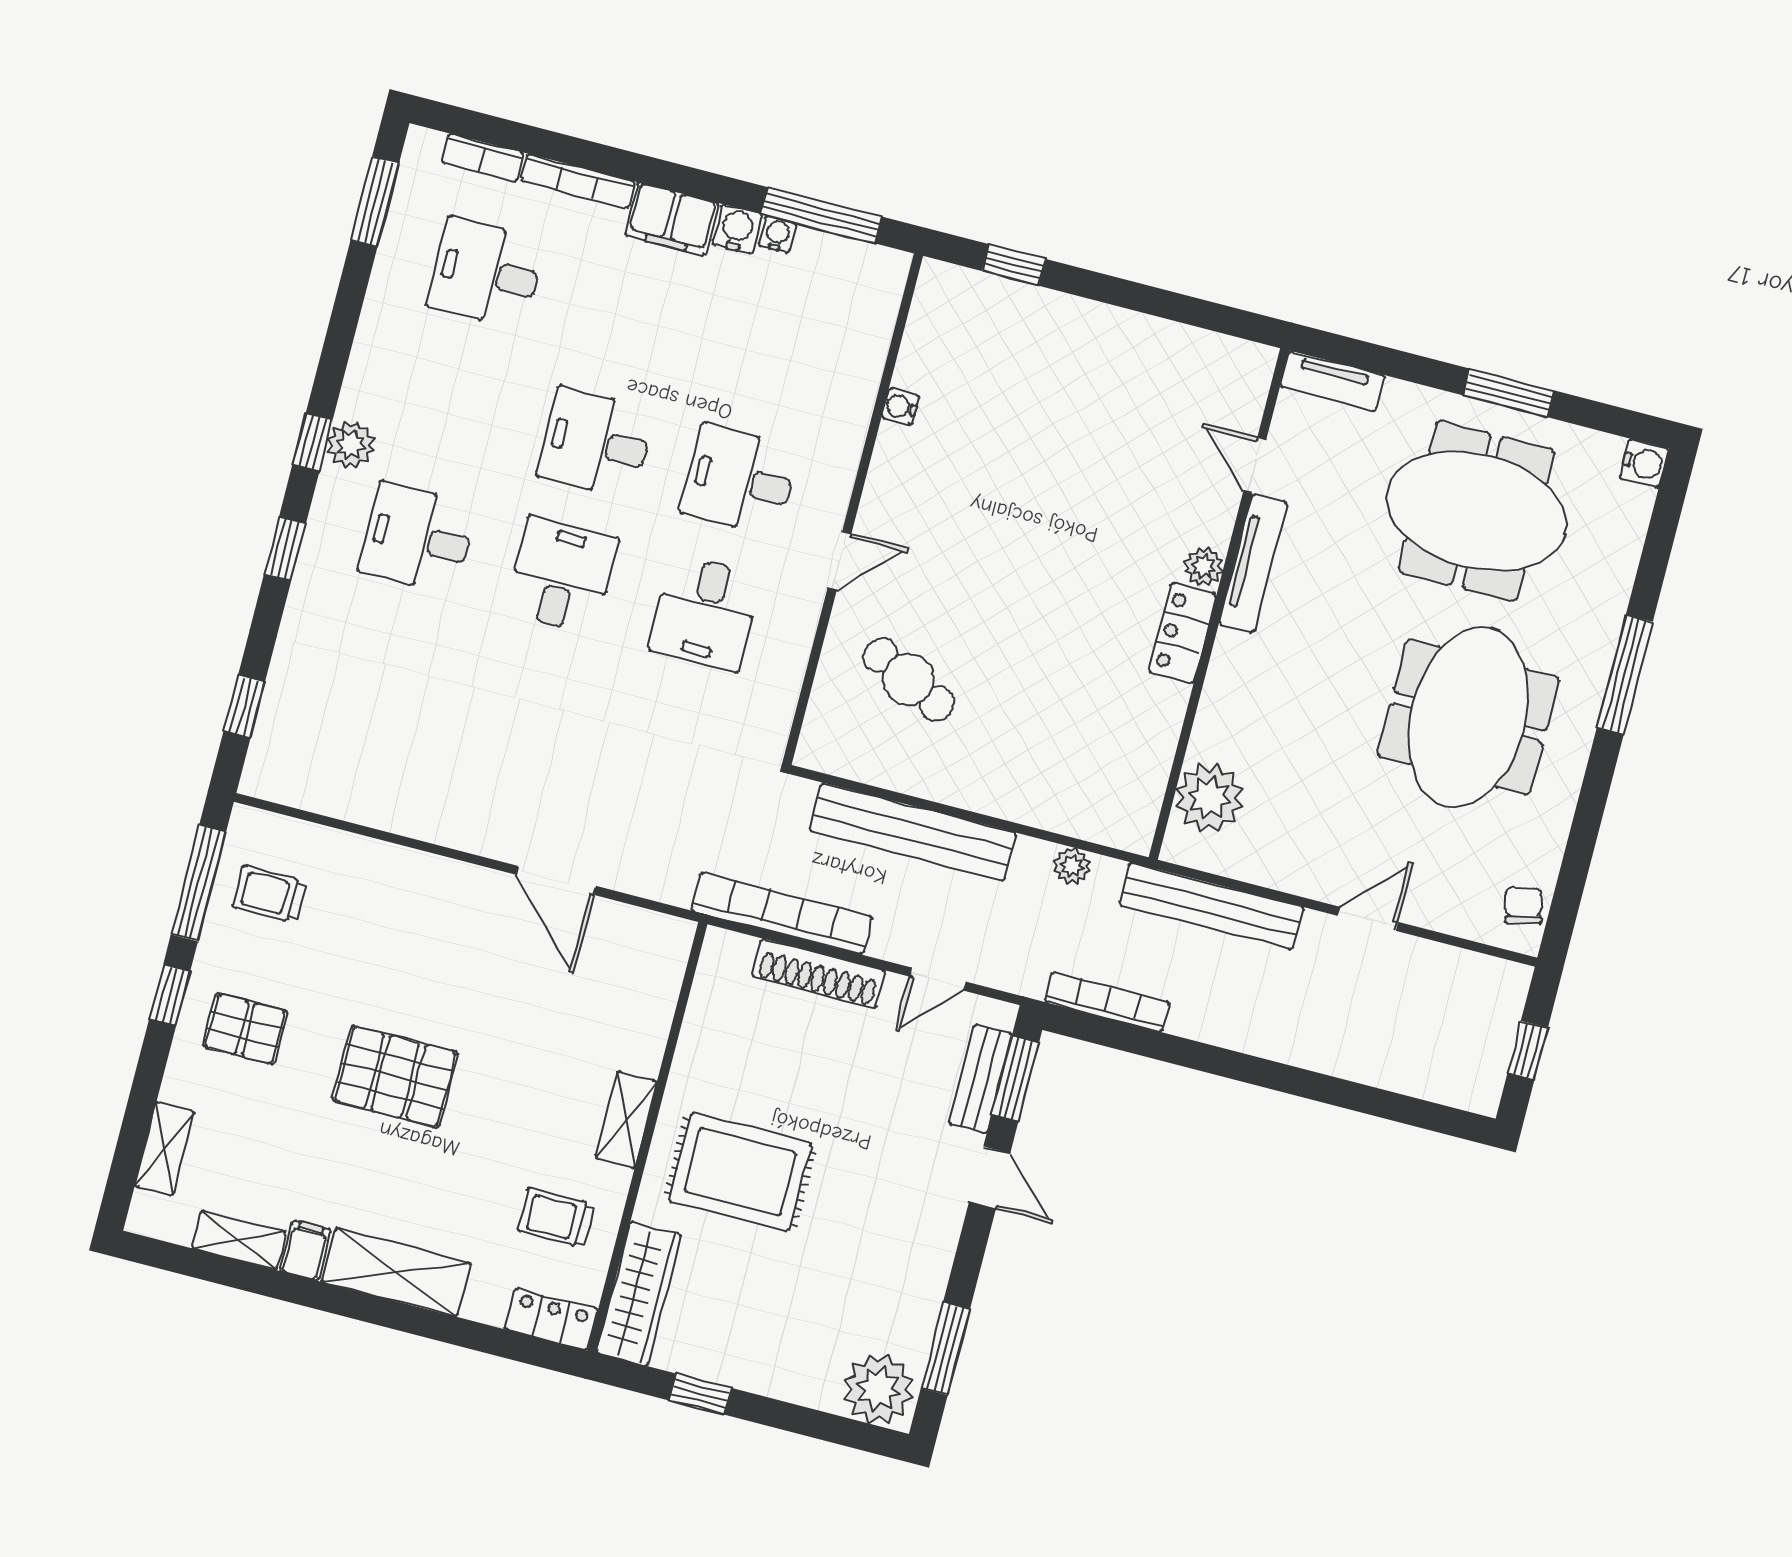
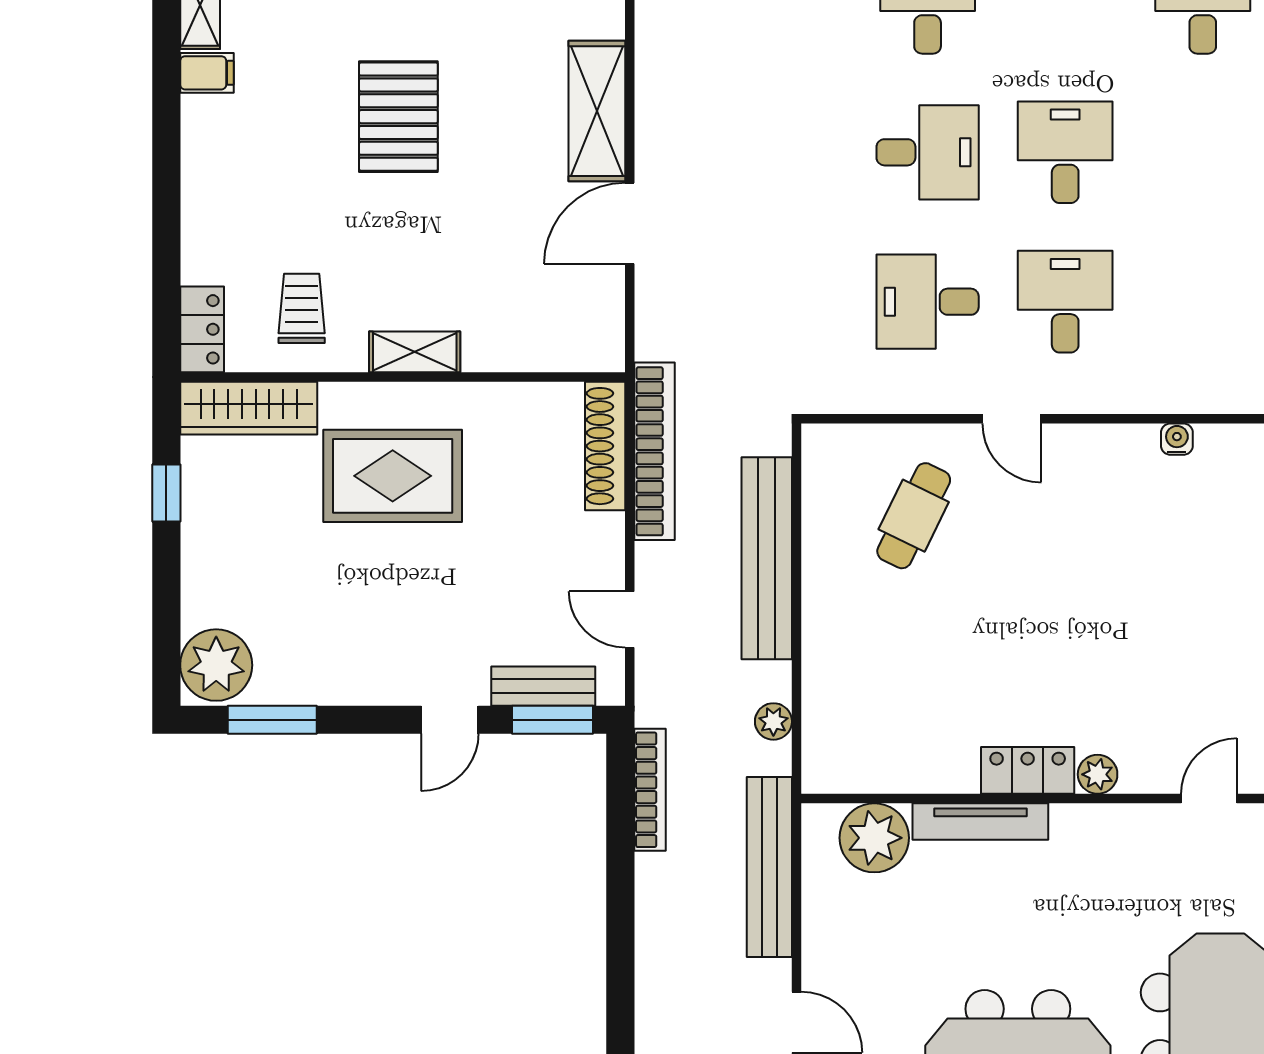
tv unit: (1253, 563) -> (980, 822), moved
shoe rack: (819, 974) -> (605, 446), moved
rug: (740, 1172) -> (393, 476), turned 90
shelving: (396, 1272) -> (597, 111), moved

